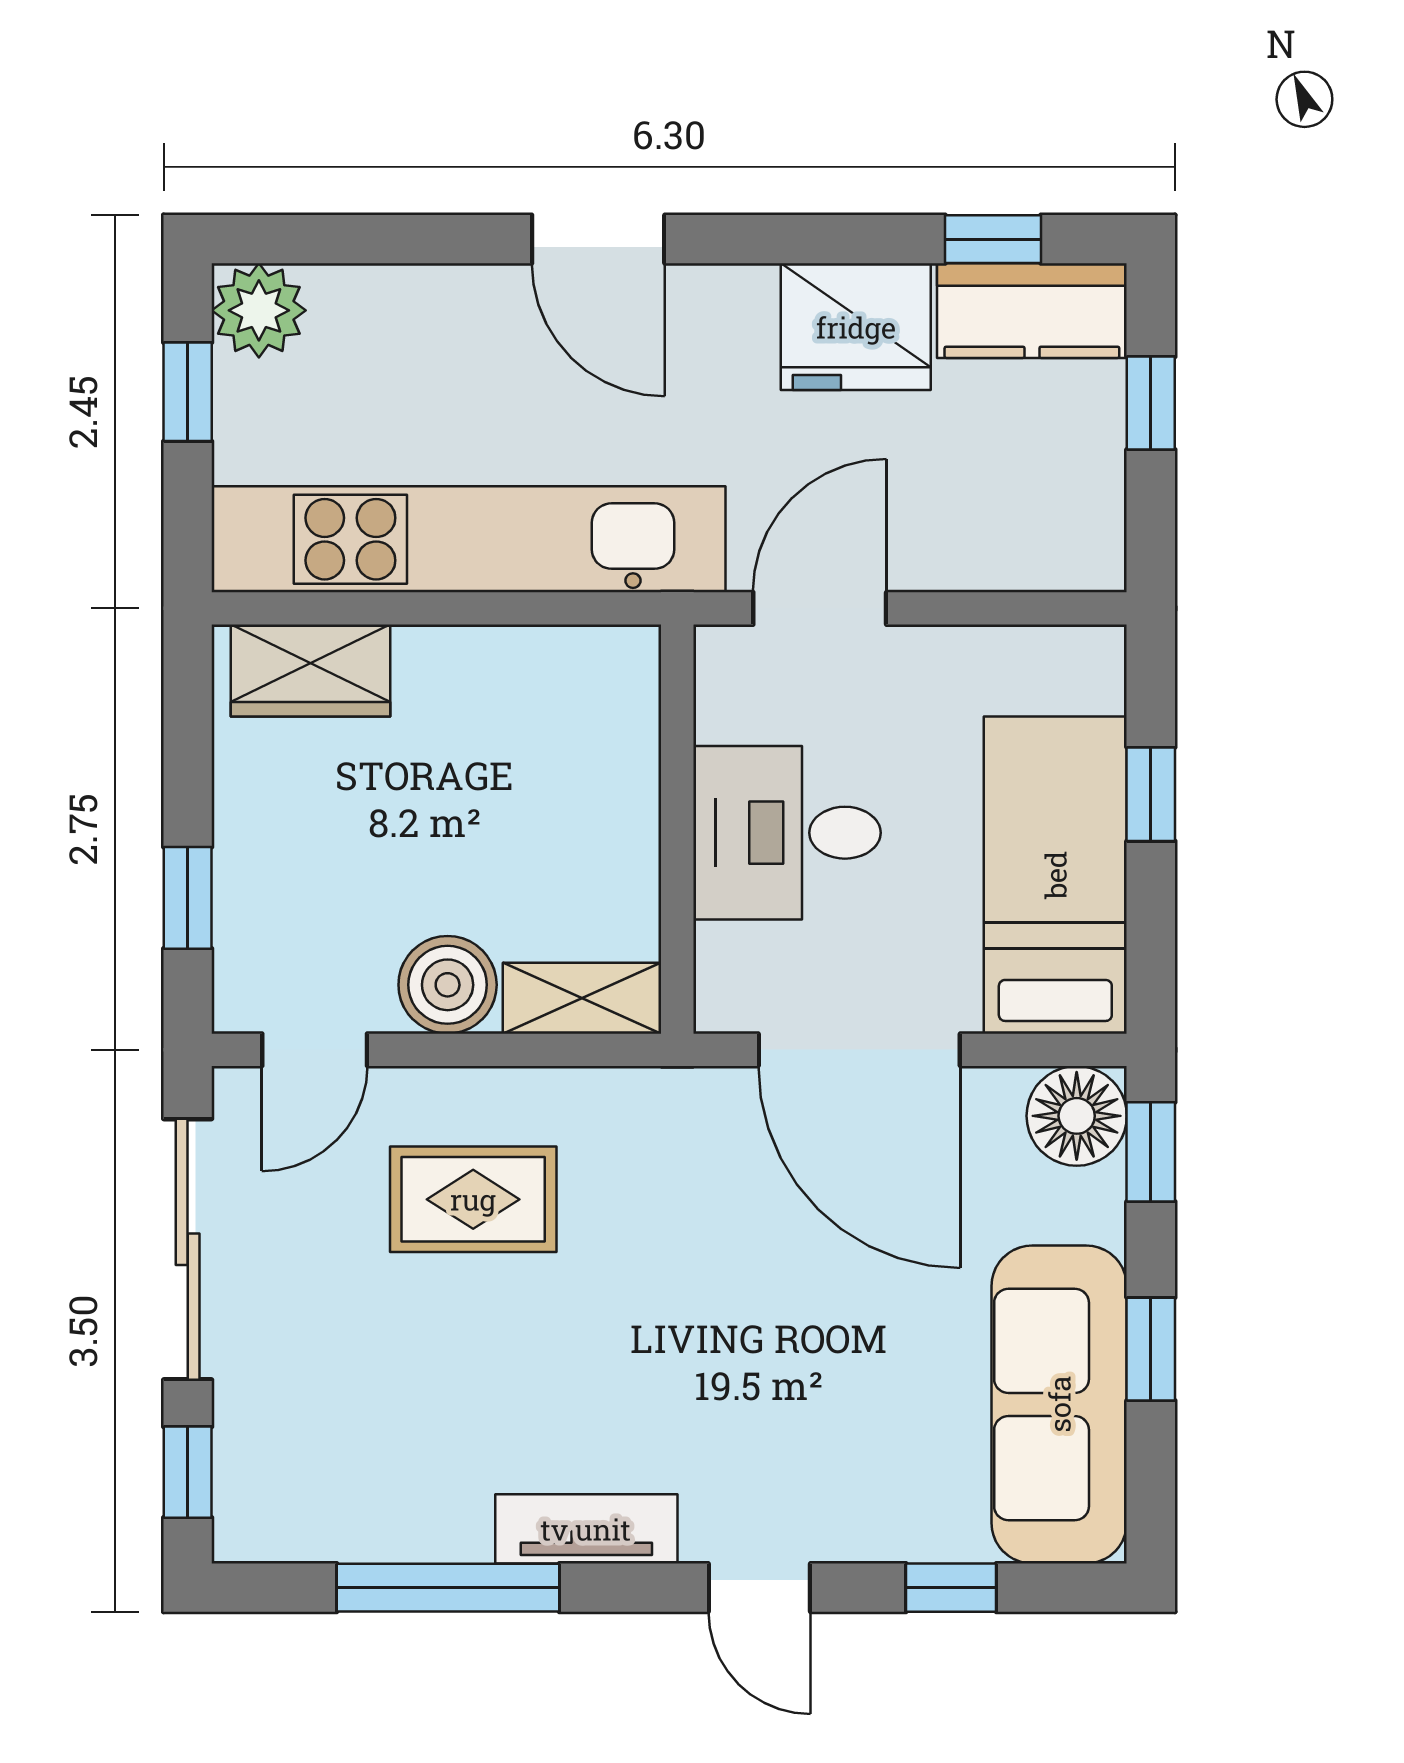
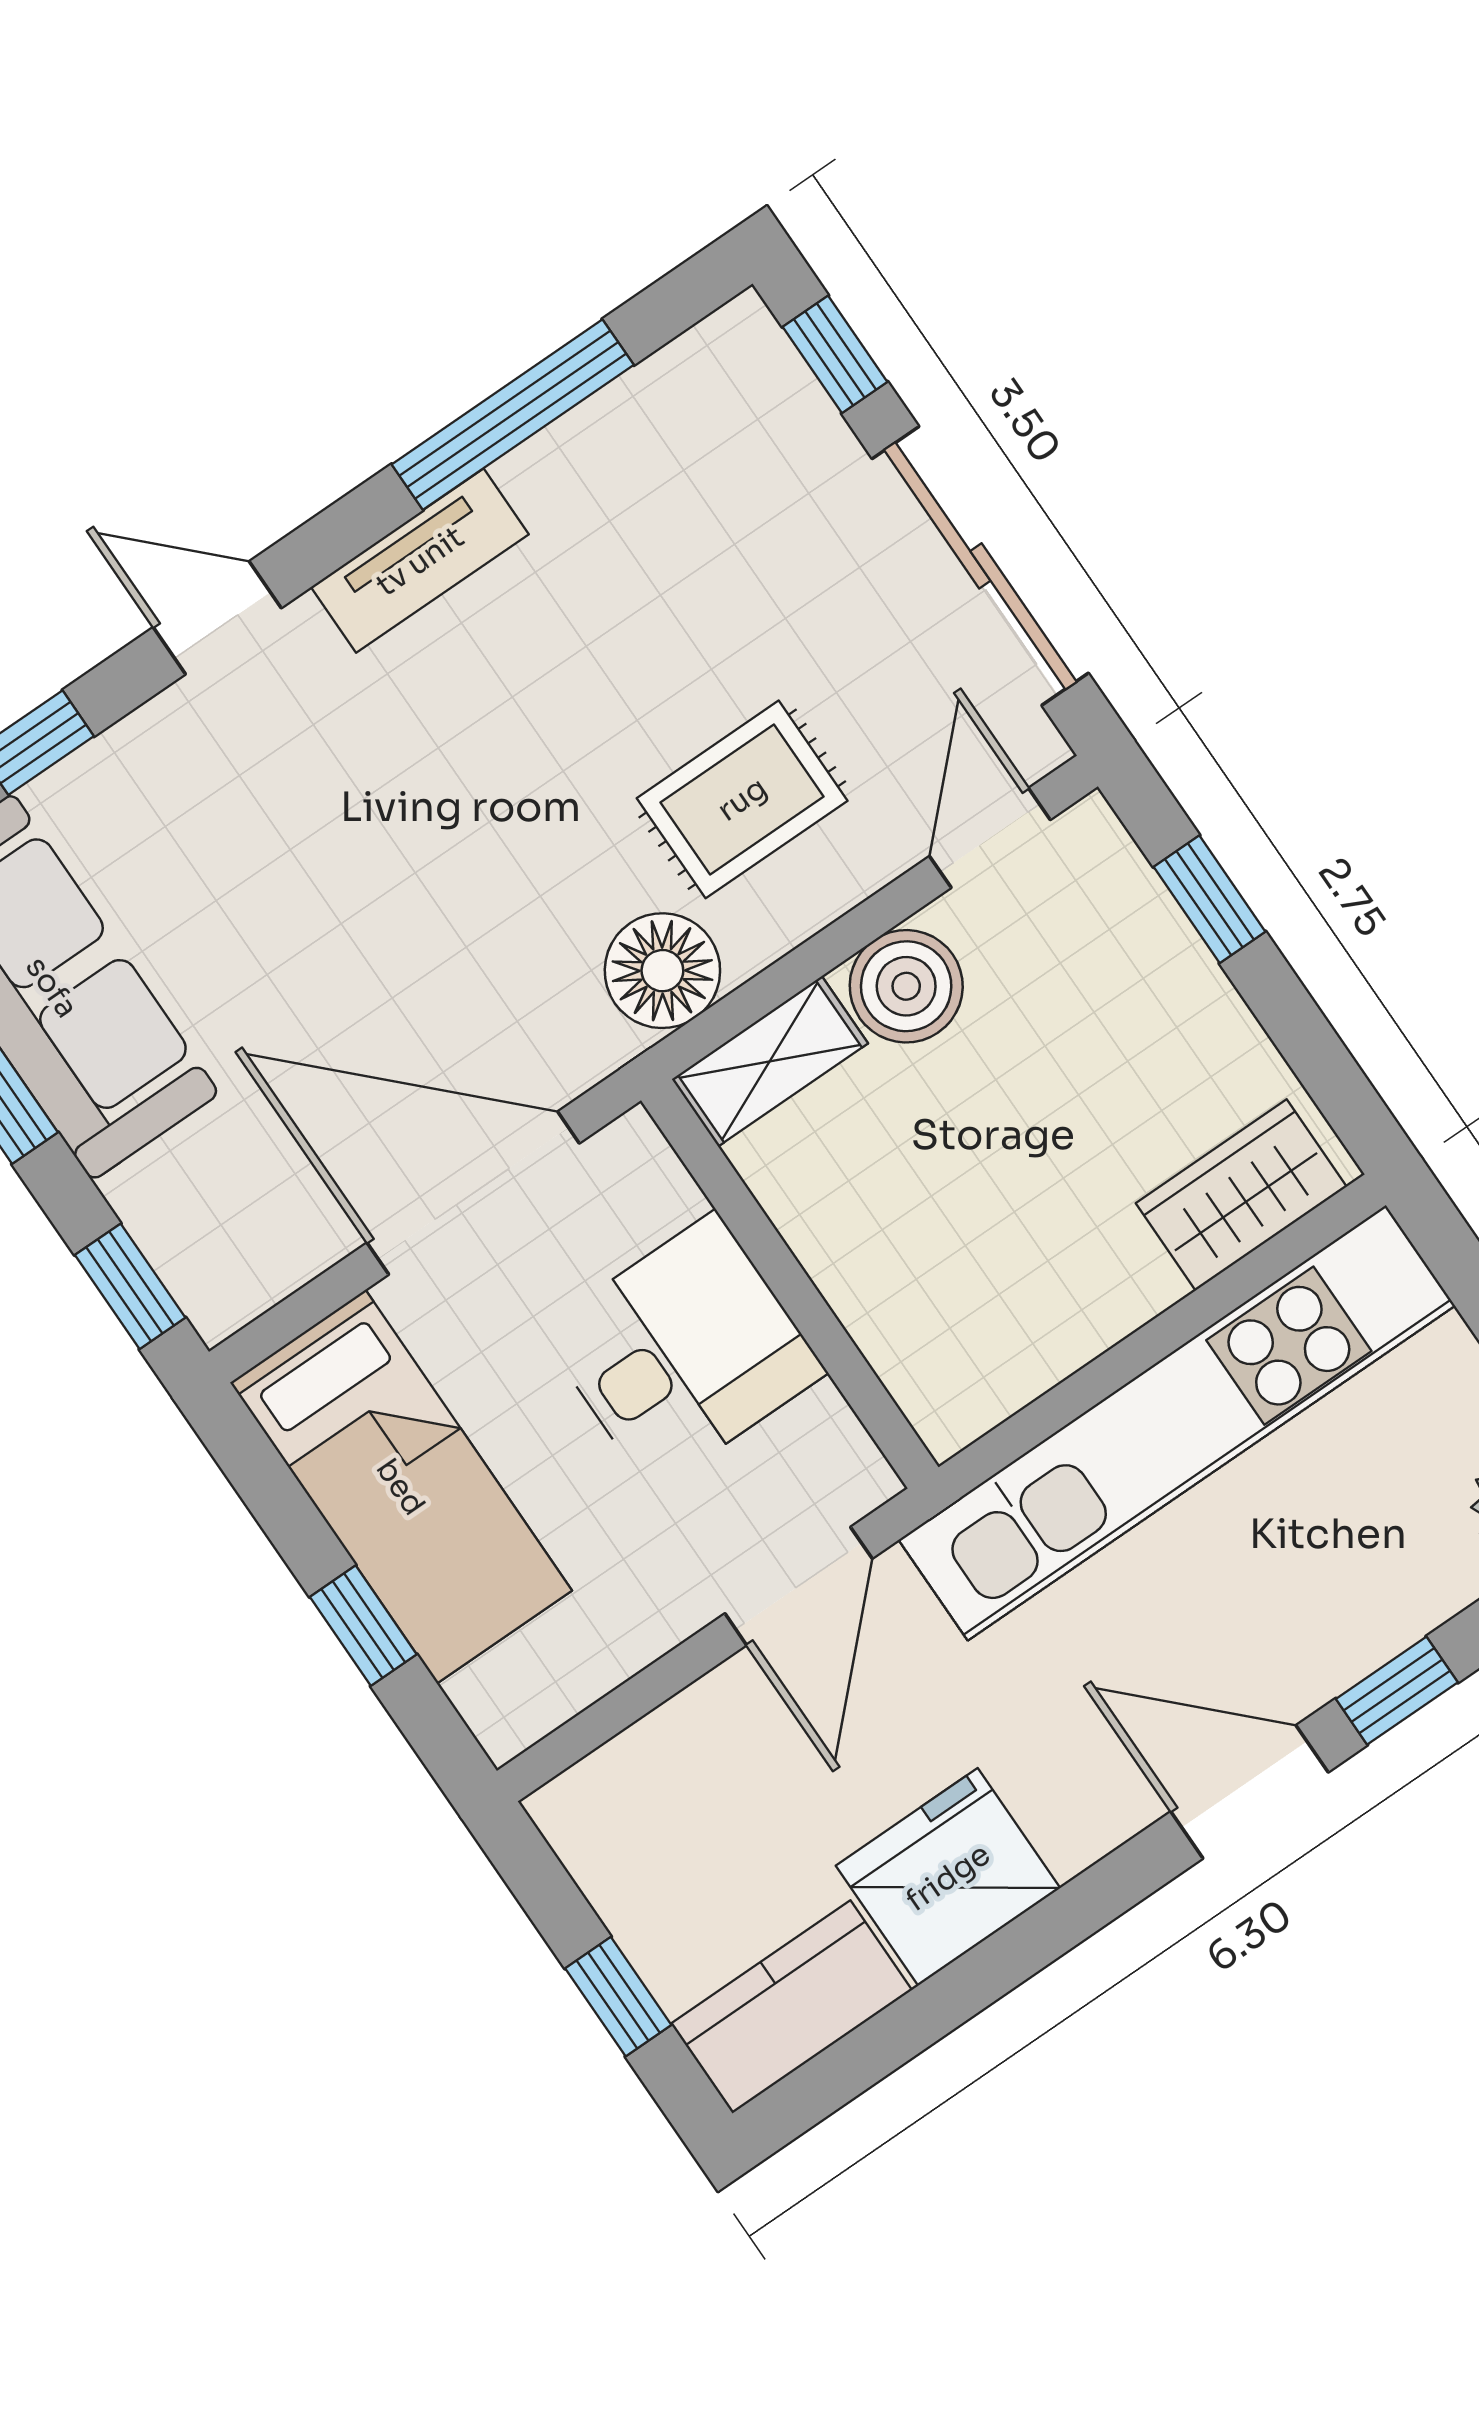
window: (993, 239) -> (1397, 1691), moved
floor lamp: (1077, 1116) -> (662, 971), moved

